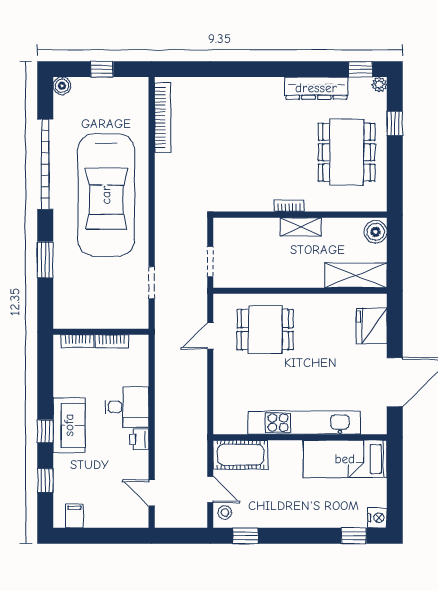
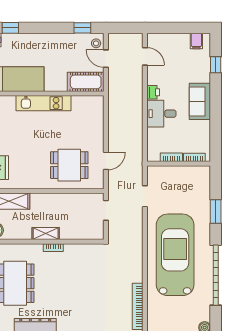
kitchen unit: (304, 423) -> (43, 103), width x0.73
window: (45, 431) -> (216, 97), removed

